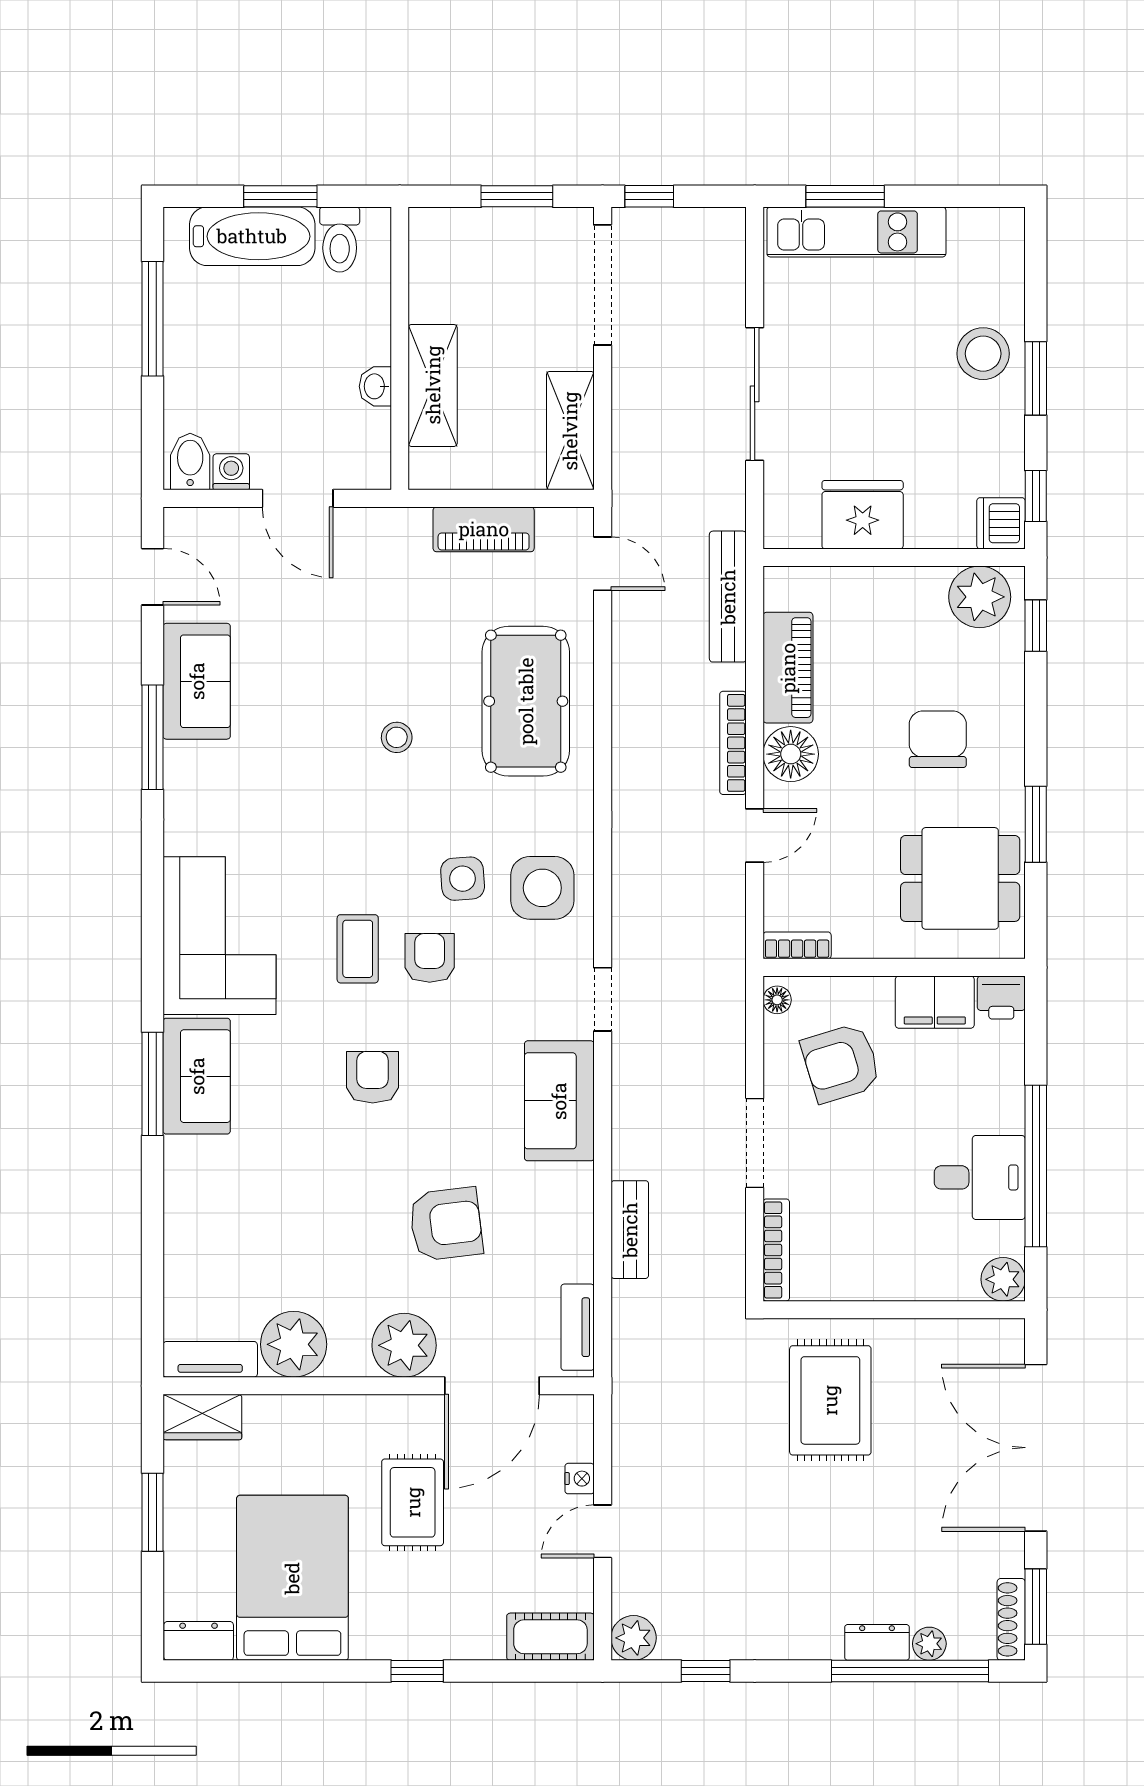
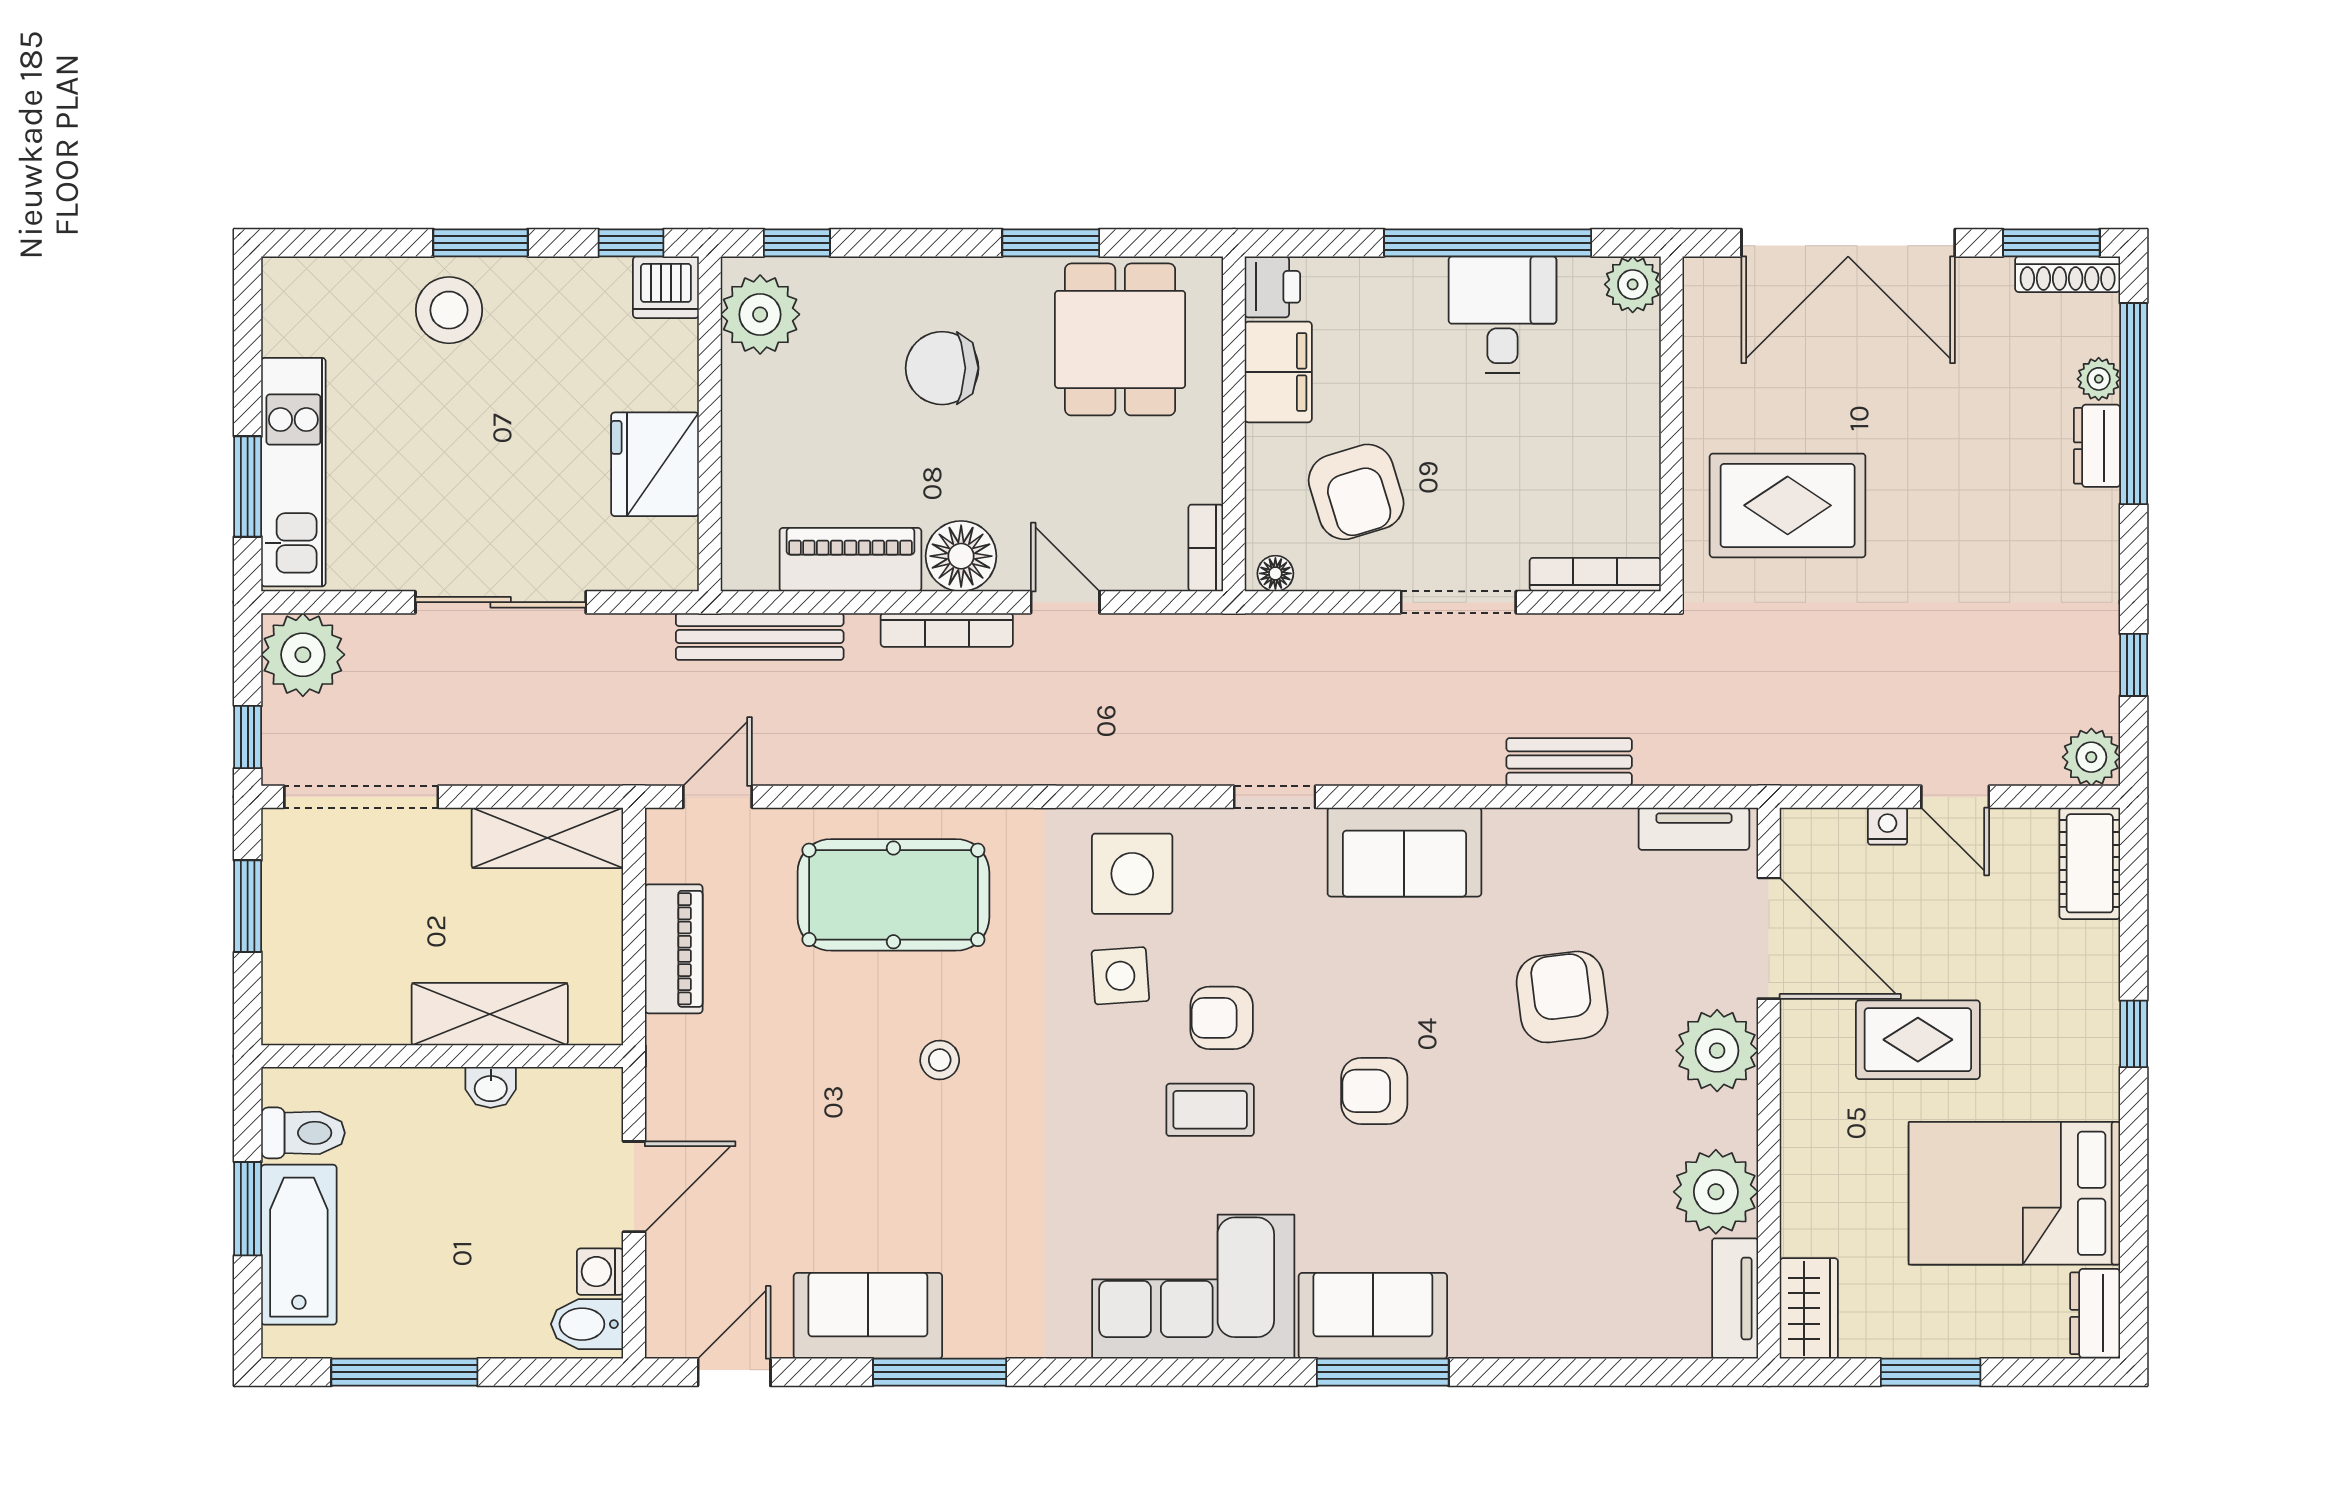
plant: (714, 239) -> (303, 655), added

